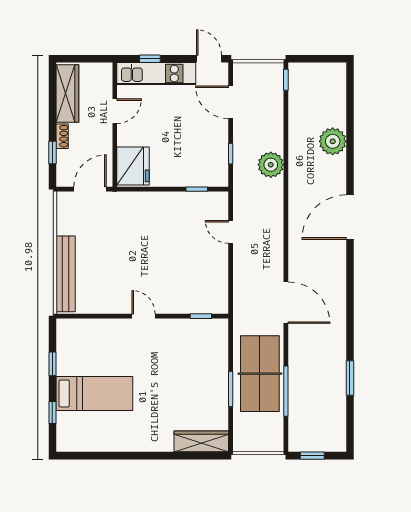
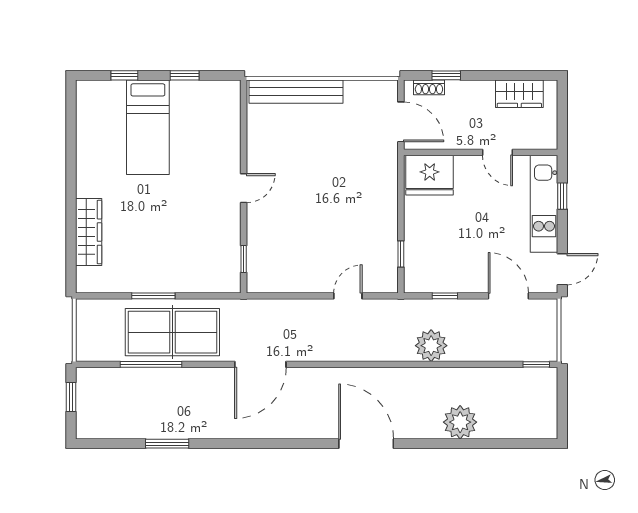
wardrobe: (67, 93) -> (519, 94), width x0.67
door: (231, 102) -> (508, 296), hinge flipped
shoe rack: (62, 136) -> (429, 87), moved
wardrobe: (201, 441) -> (89, 232), moved

